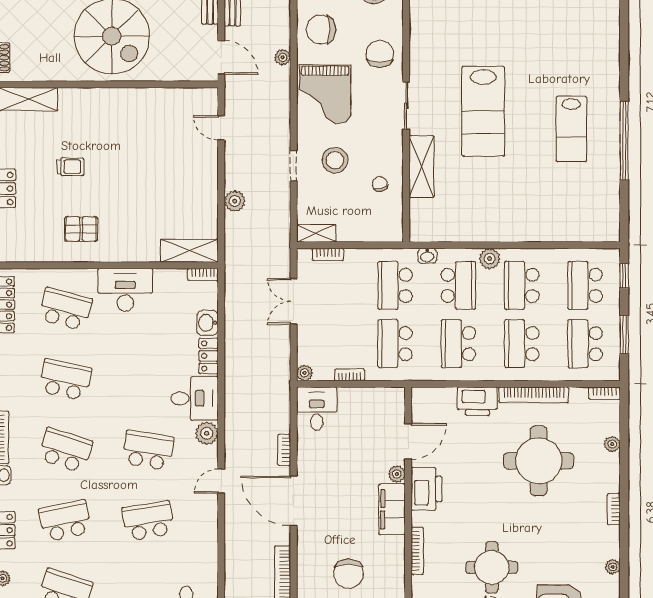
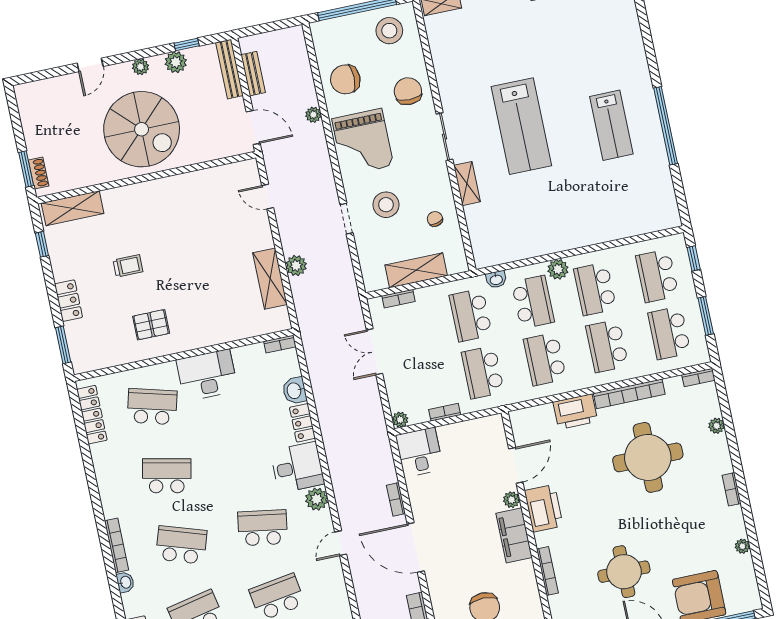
shelving: (422, 167) -> (467, 184), width x0.67, depth x0.75
shelving: (316, 233) -> (416, 270), moved, width x1.50, depth x1.33
shelving: (189, 251) -> (270, 279), moved, turned 90

